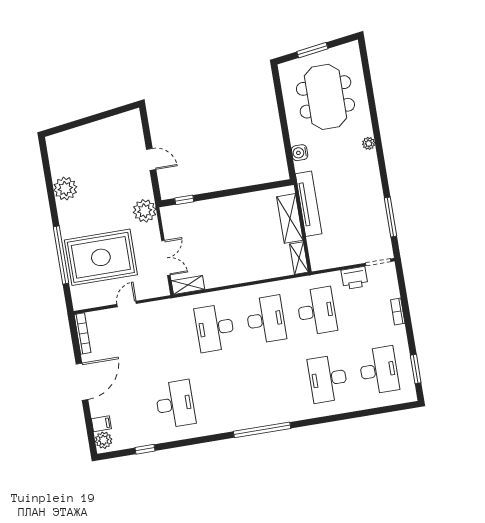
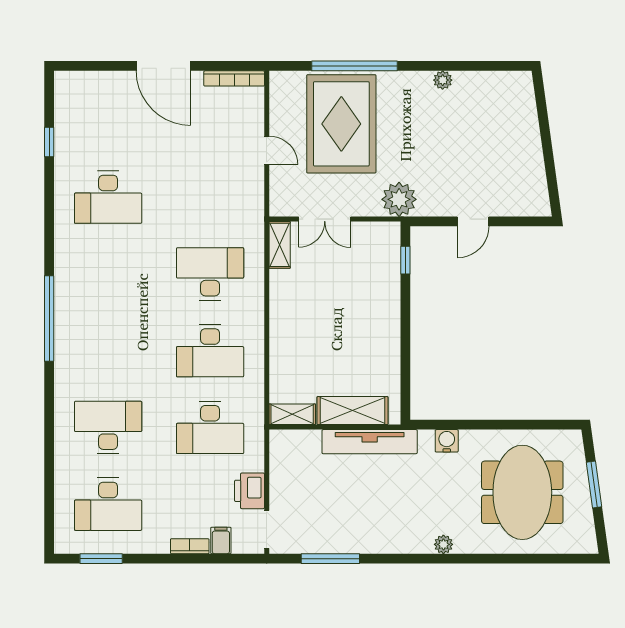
meeting table: (325, 97) -> (522, 492), turned 90
plant: (65, 189) -> (443, 80), width x0.53, depth x0.53
filing cabinet: (101, 424) -> (221, 540), moved, turned 180
plant: (104, 440) -> (72, 83), removed

